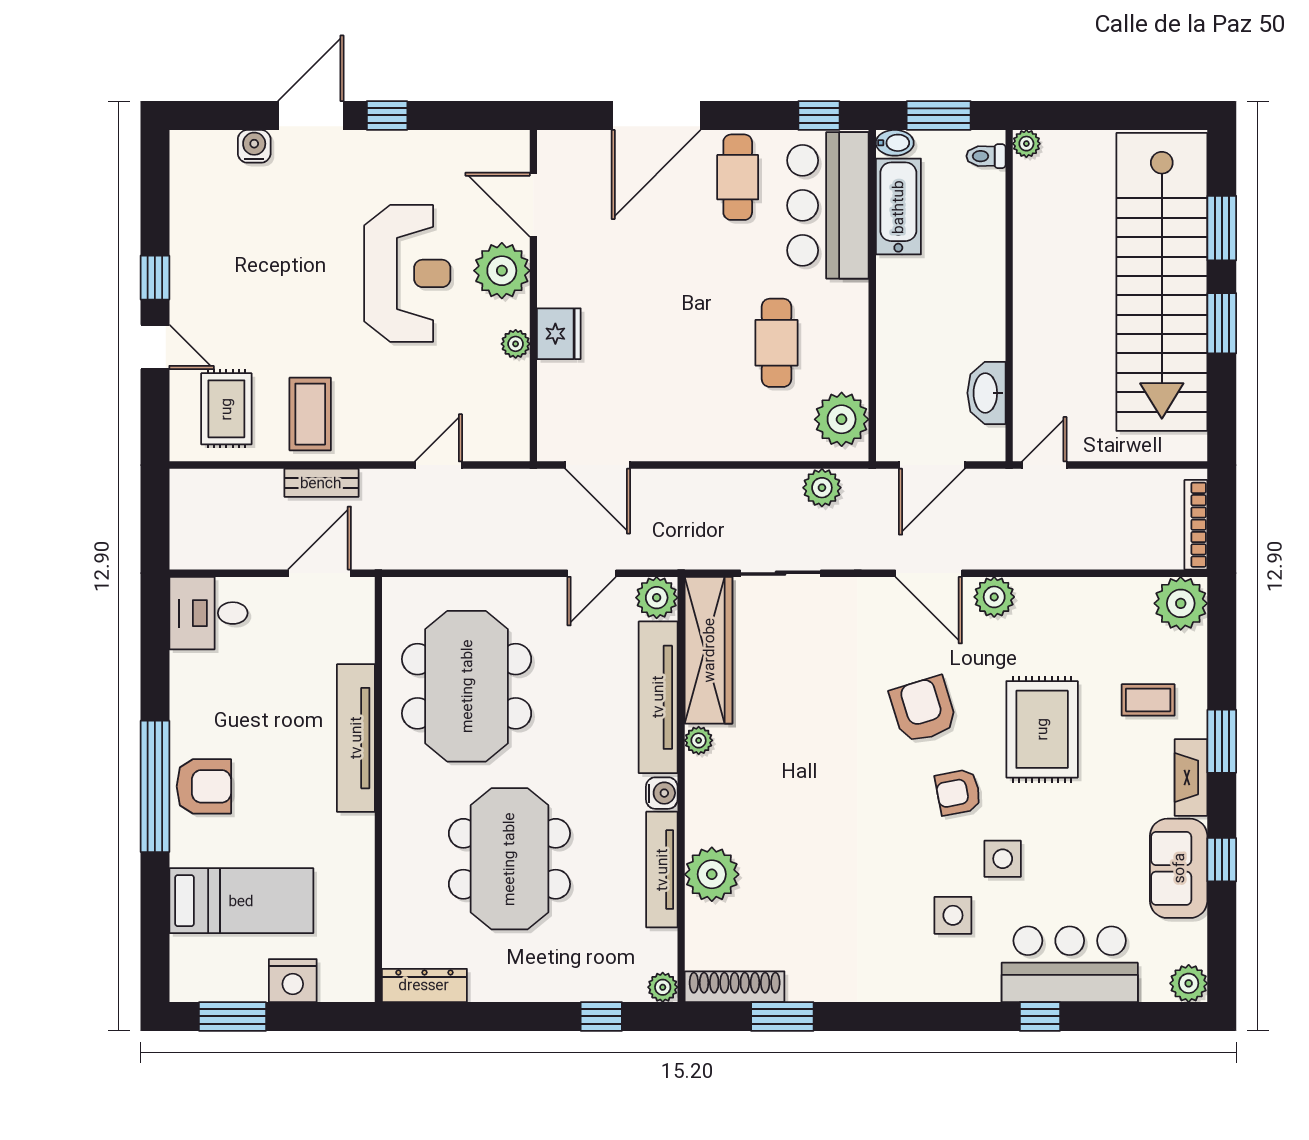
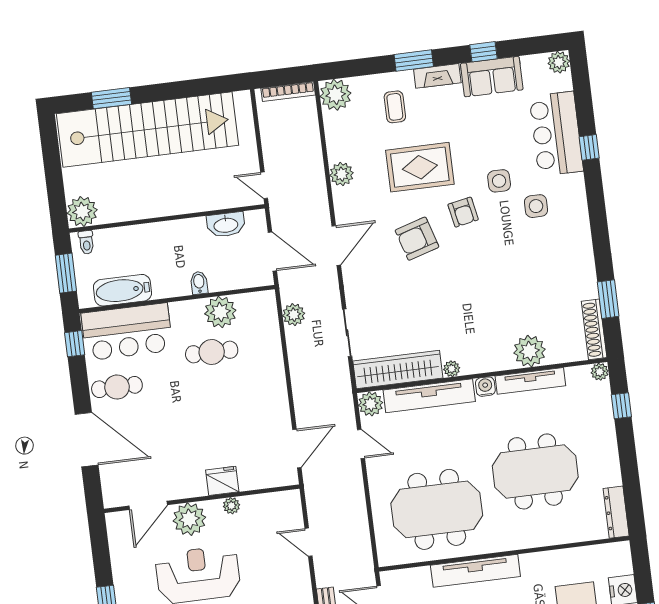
bidet: (895, 143) -> (199, 283), moved
plant: (1026, 144) -> (82, 211), width x1.87, depth x1.87
window: (1222, 323) -> (167, 91), removed
plant: (842, 419) -> (220, 312), moved
plant: (994, 597) -> (342, 174), moved

